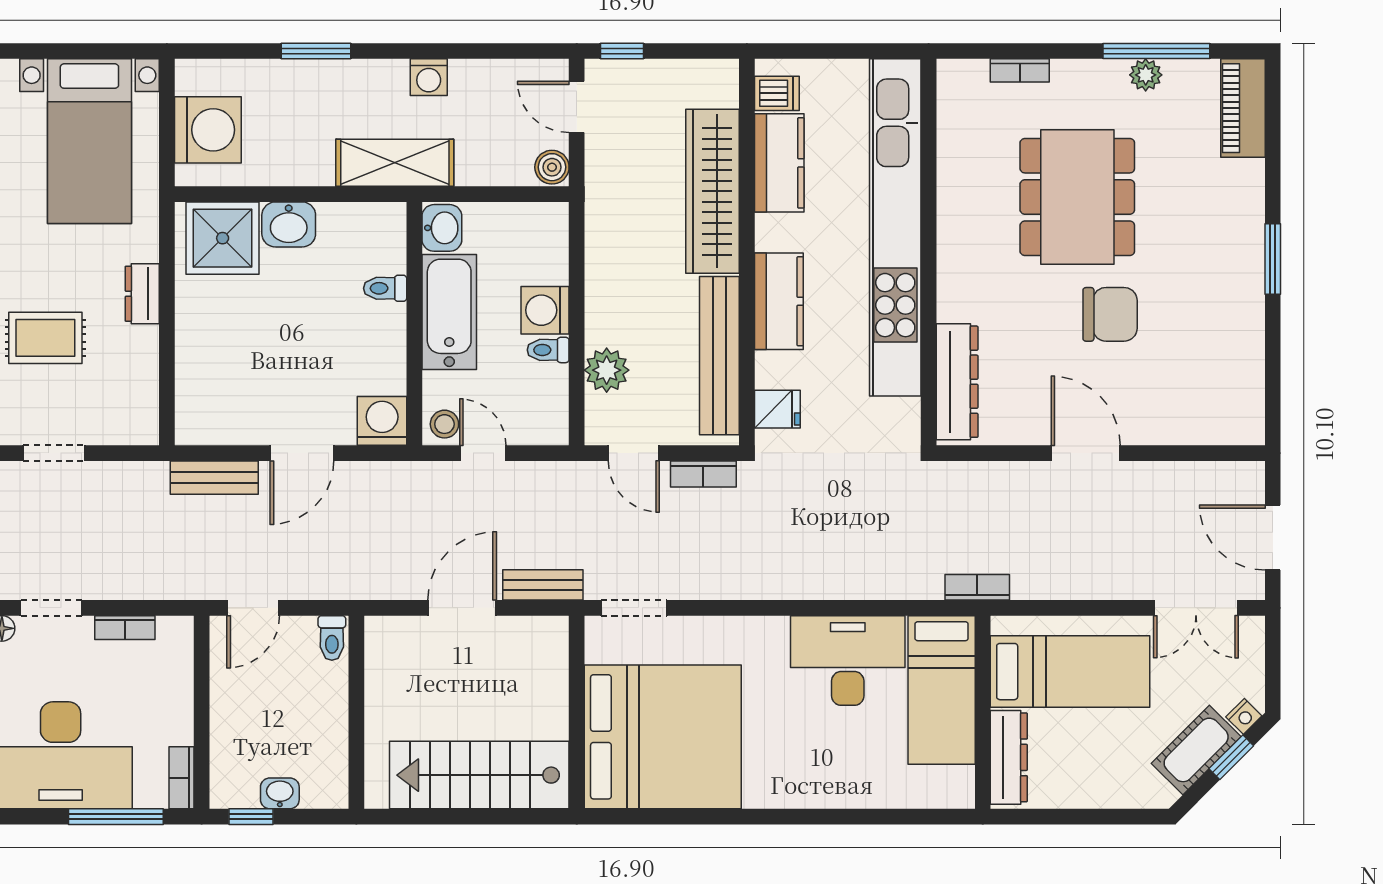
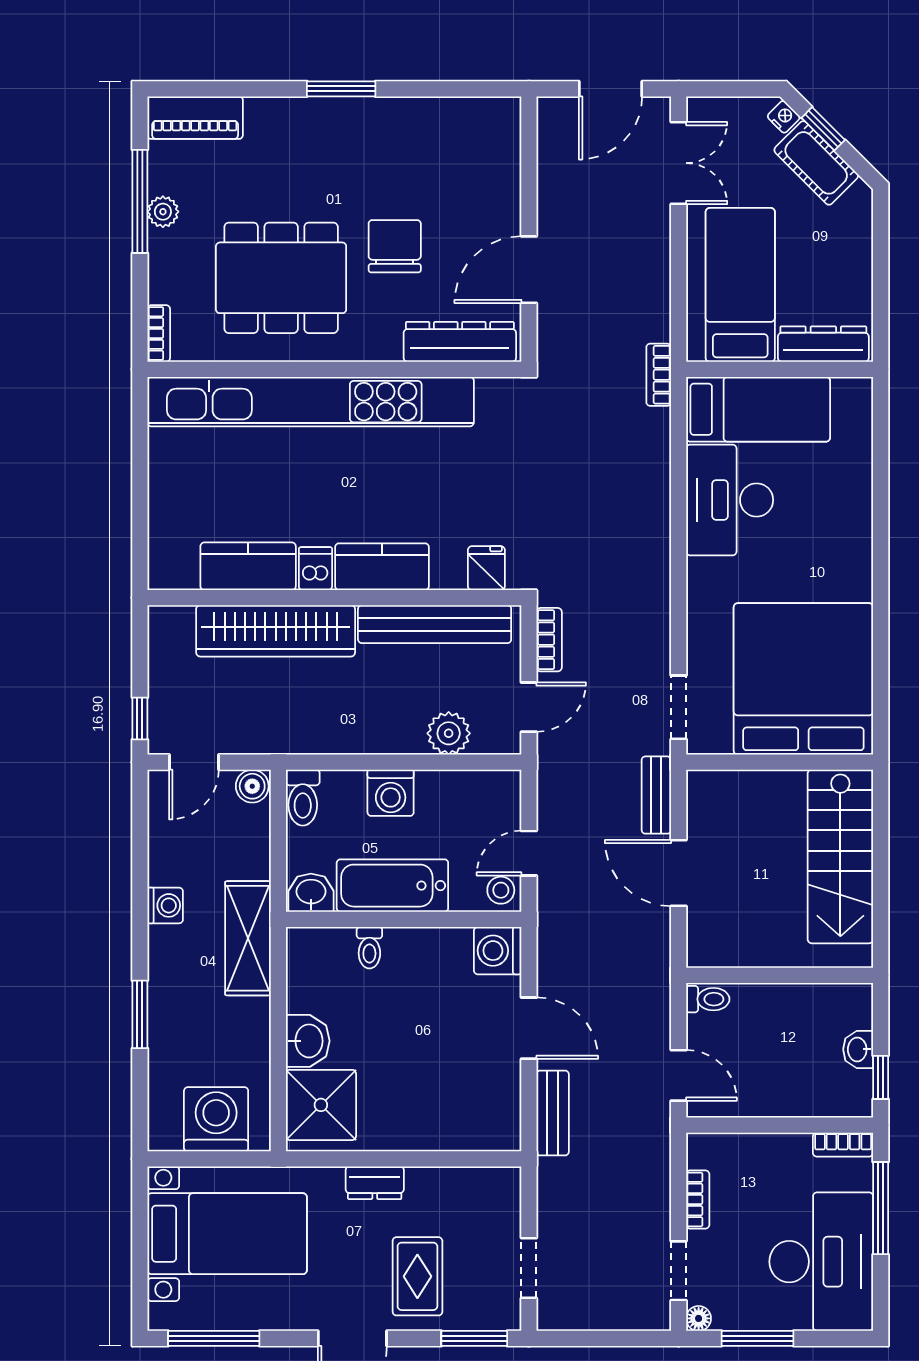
dishwasher: (777, 93) -> (315, 569), moved
kitchen unit: (895, 227) -> (311, 402), moved
wall: (929, 252) -> (334, 369), moved
toilet: (548, 350) -> (303, 798), moved, width x1.37, depth x1.39
dresser: (957, 382) -> (460, 342), moved

